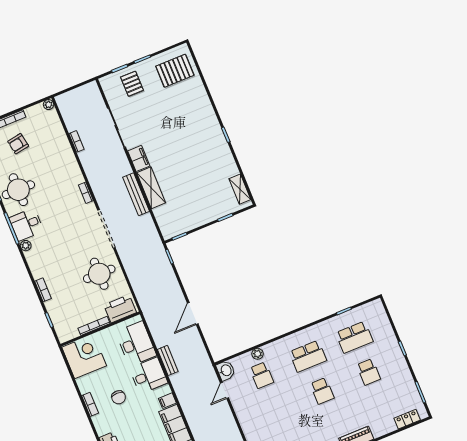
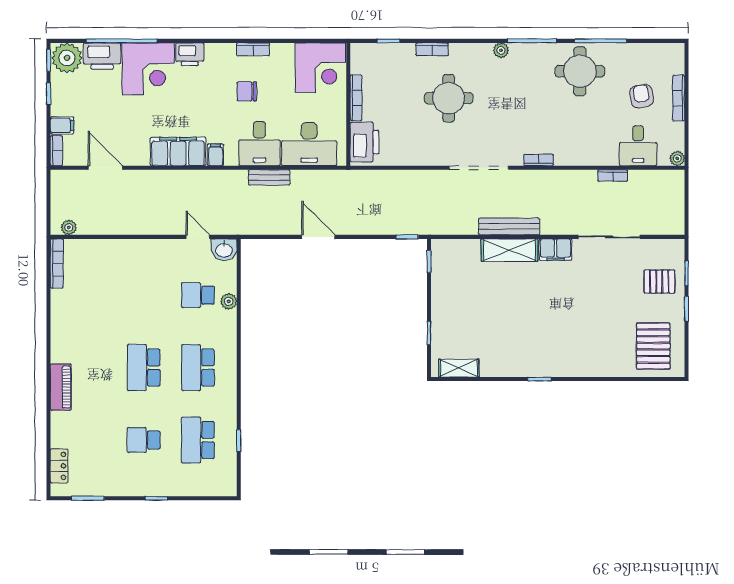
desk: (26, 224) -> (638, 146), moved, turned 180
round table: (99, 274) -> (449, 98), moved
school desk: (322, 391) -> (144, 368), width x1.85

